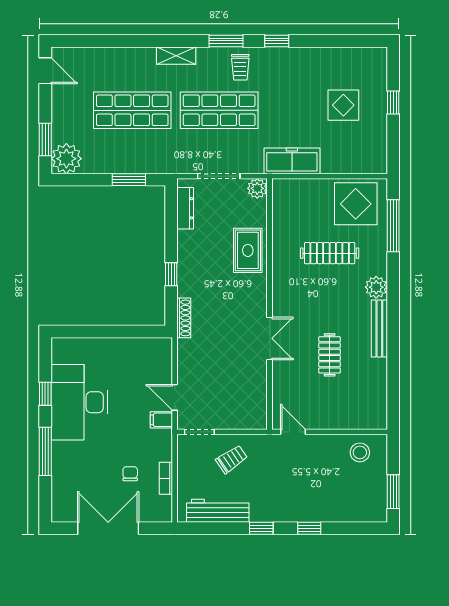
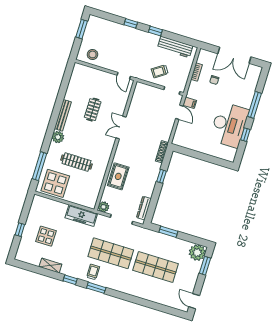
shelving: (176, 56) -> (50, 266), moved

